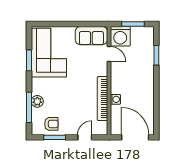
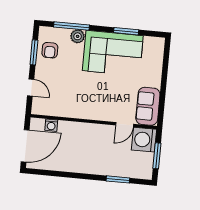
corner sofa: (49, 53) -> (113, 53), moved
bookcase: (102, 99) -> (74, 112), removed
washing machine: (115, 99) -> (51, 125), moved

